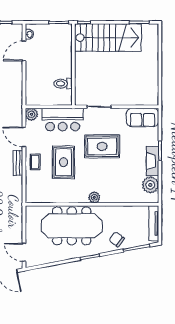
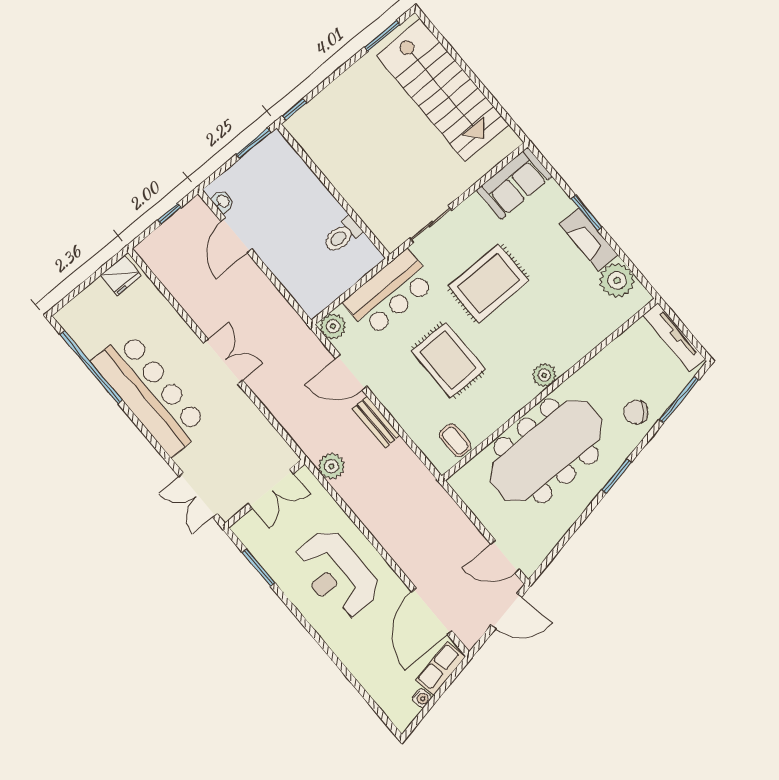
stairs: (108, 38) -> (443, 90), moved, turned 90
coffee table: (35, 162) -> (455, 440), moved

